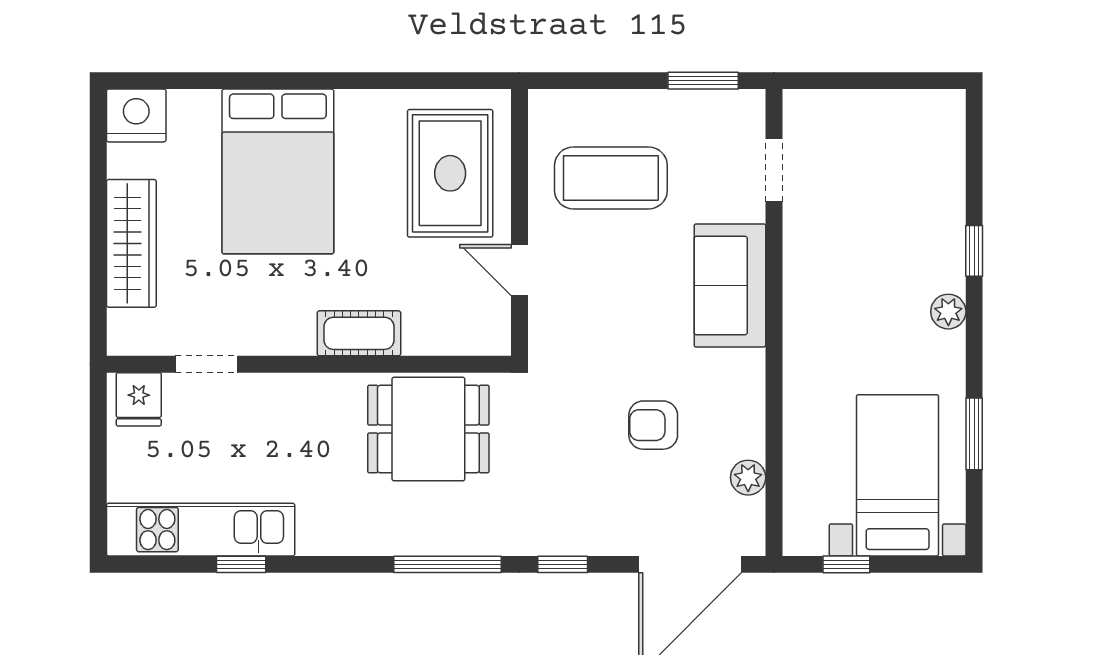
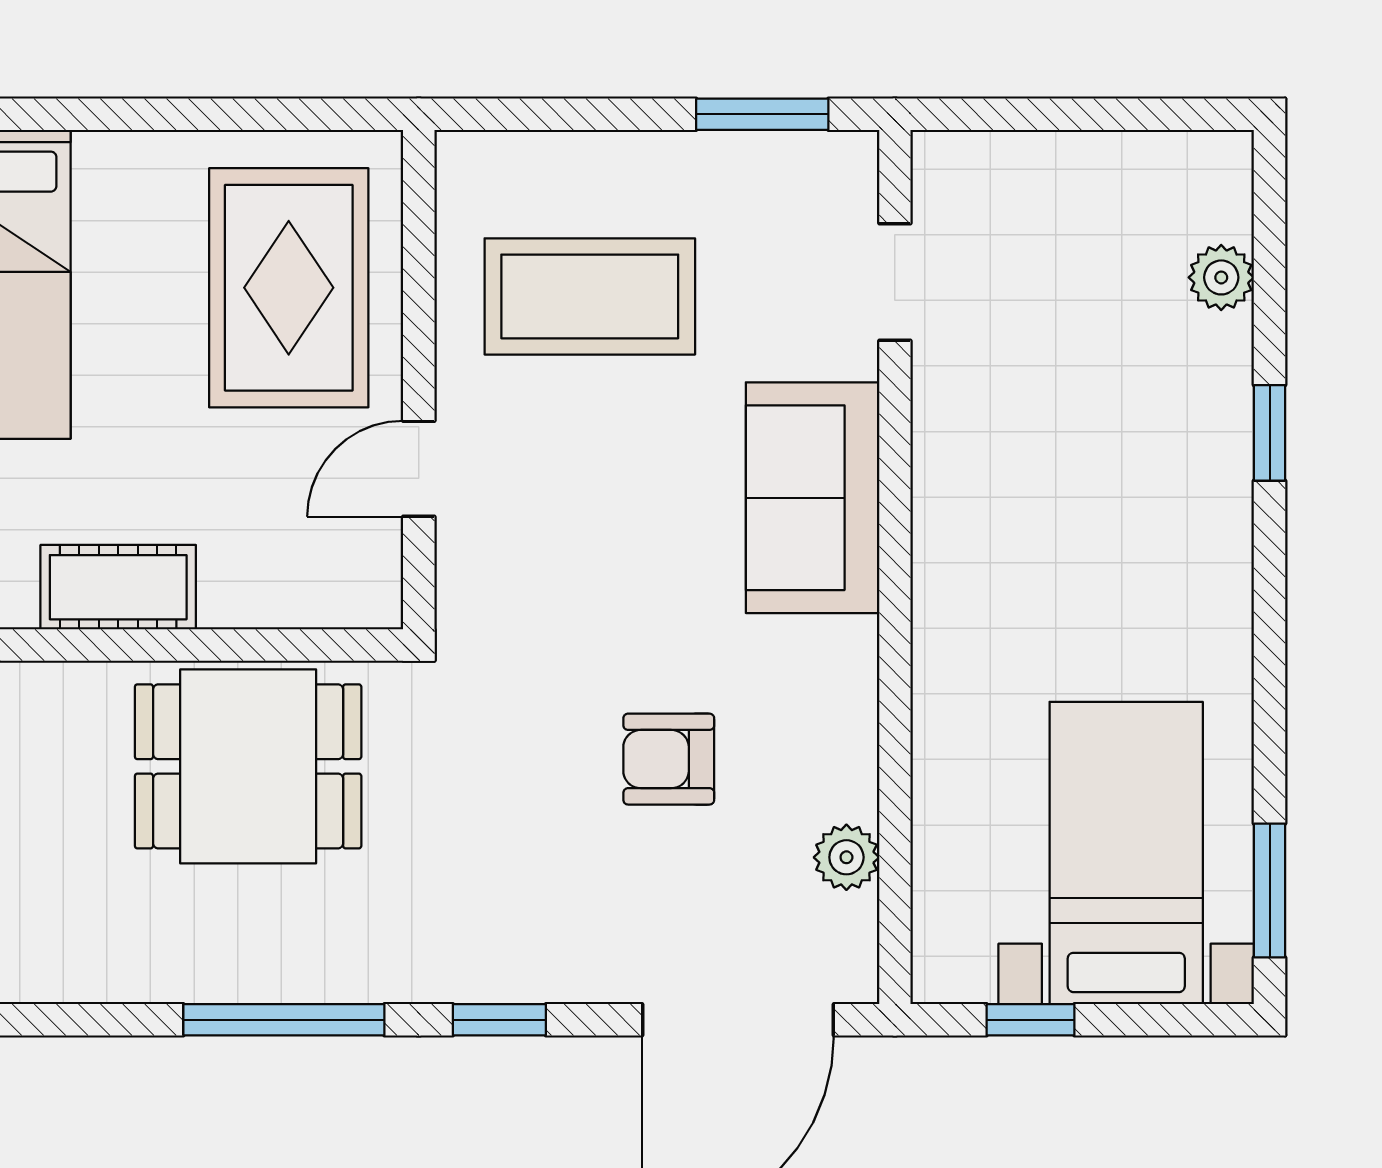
door: (520, 270) -> (419, 469), hinge flipped
plant: (948, 312) -> (1221, 277), moved
window: (974, 434) -> (1270, 891), moved

